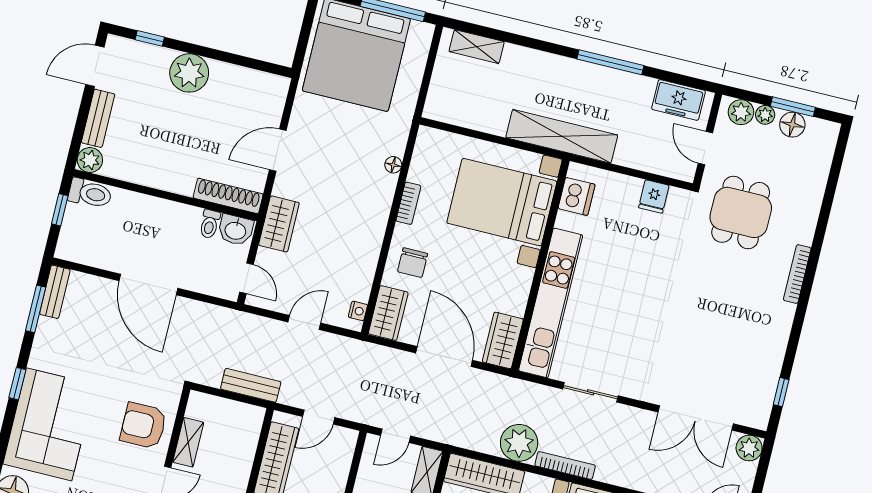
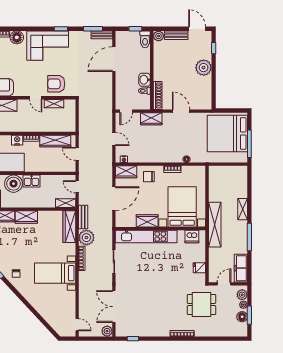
shelving: (477, 47) -> (243, 209), moved
freezer: (678, 100) -> (241, 268), width x1.40
washbasin: (236, 230) -> (145, 80), moved
door: (148, 284) -> (114, 59), moved
wardrobe: (503, 340) -> (147, 221), moved
bench: (251, 385) -> (83, 217), moved
armchair: (143, 426) -> (56, 84), turned -90

